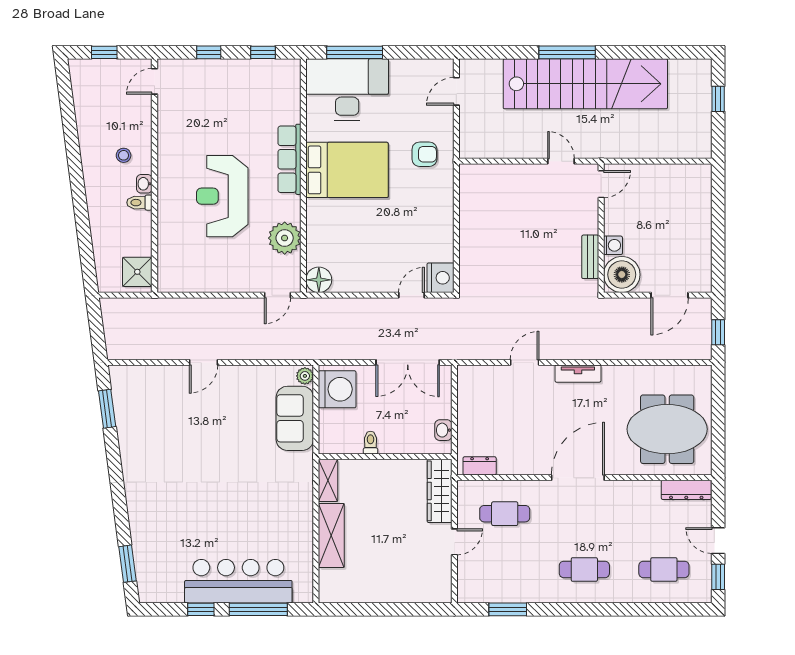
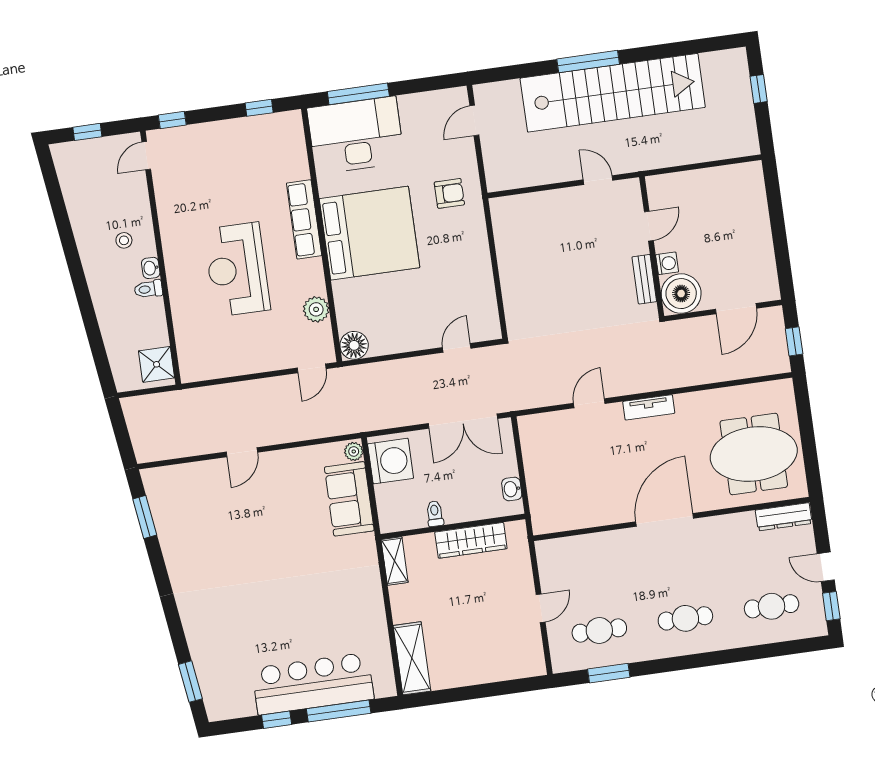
window: (209, 52) -> (172, 120), moved
bed: (347, 170) -> (369, 233), width x1.36
door: (601, 184) -> (649, 226), moved
plant: (285, 238) -> (316, 309), width x0.73, depth x0.73
nightstand: (441, 278) -> (486, 325), removed
dresser: (480, 466) -> (556, 522), removed
wardrobe: (440, 491) -> (471, 540), moved, turned -90
cafe table: (505, 514) -> (599, 630), moved
shelving: (331, 535) -> (412, 658), moved

